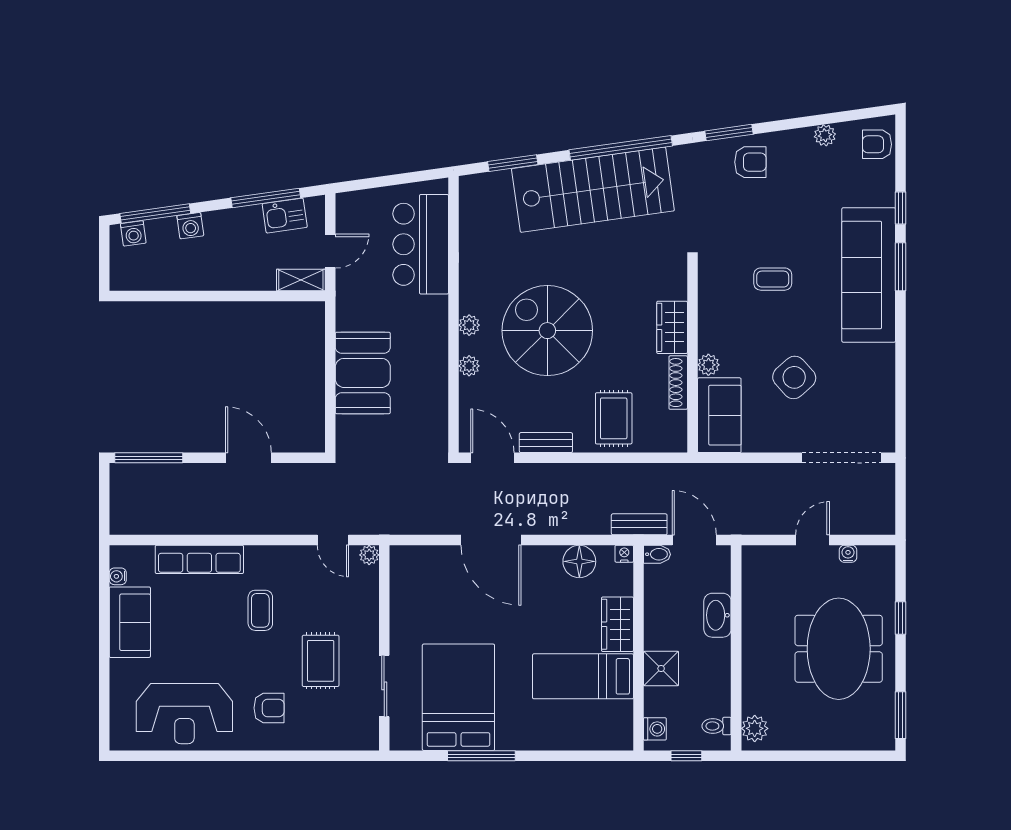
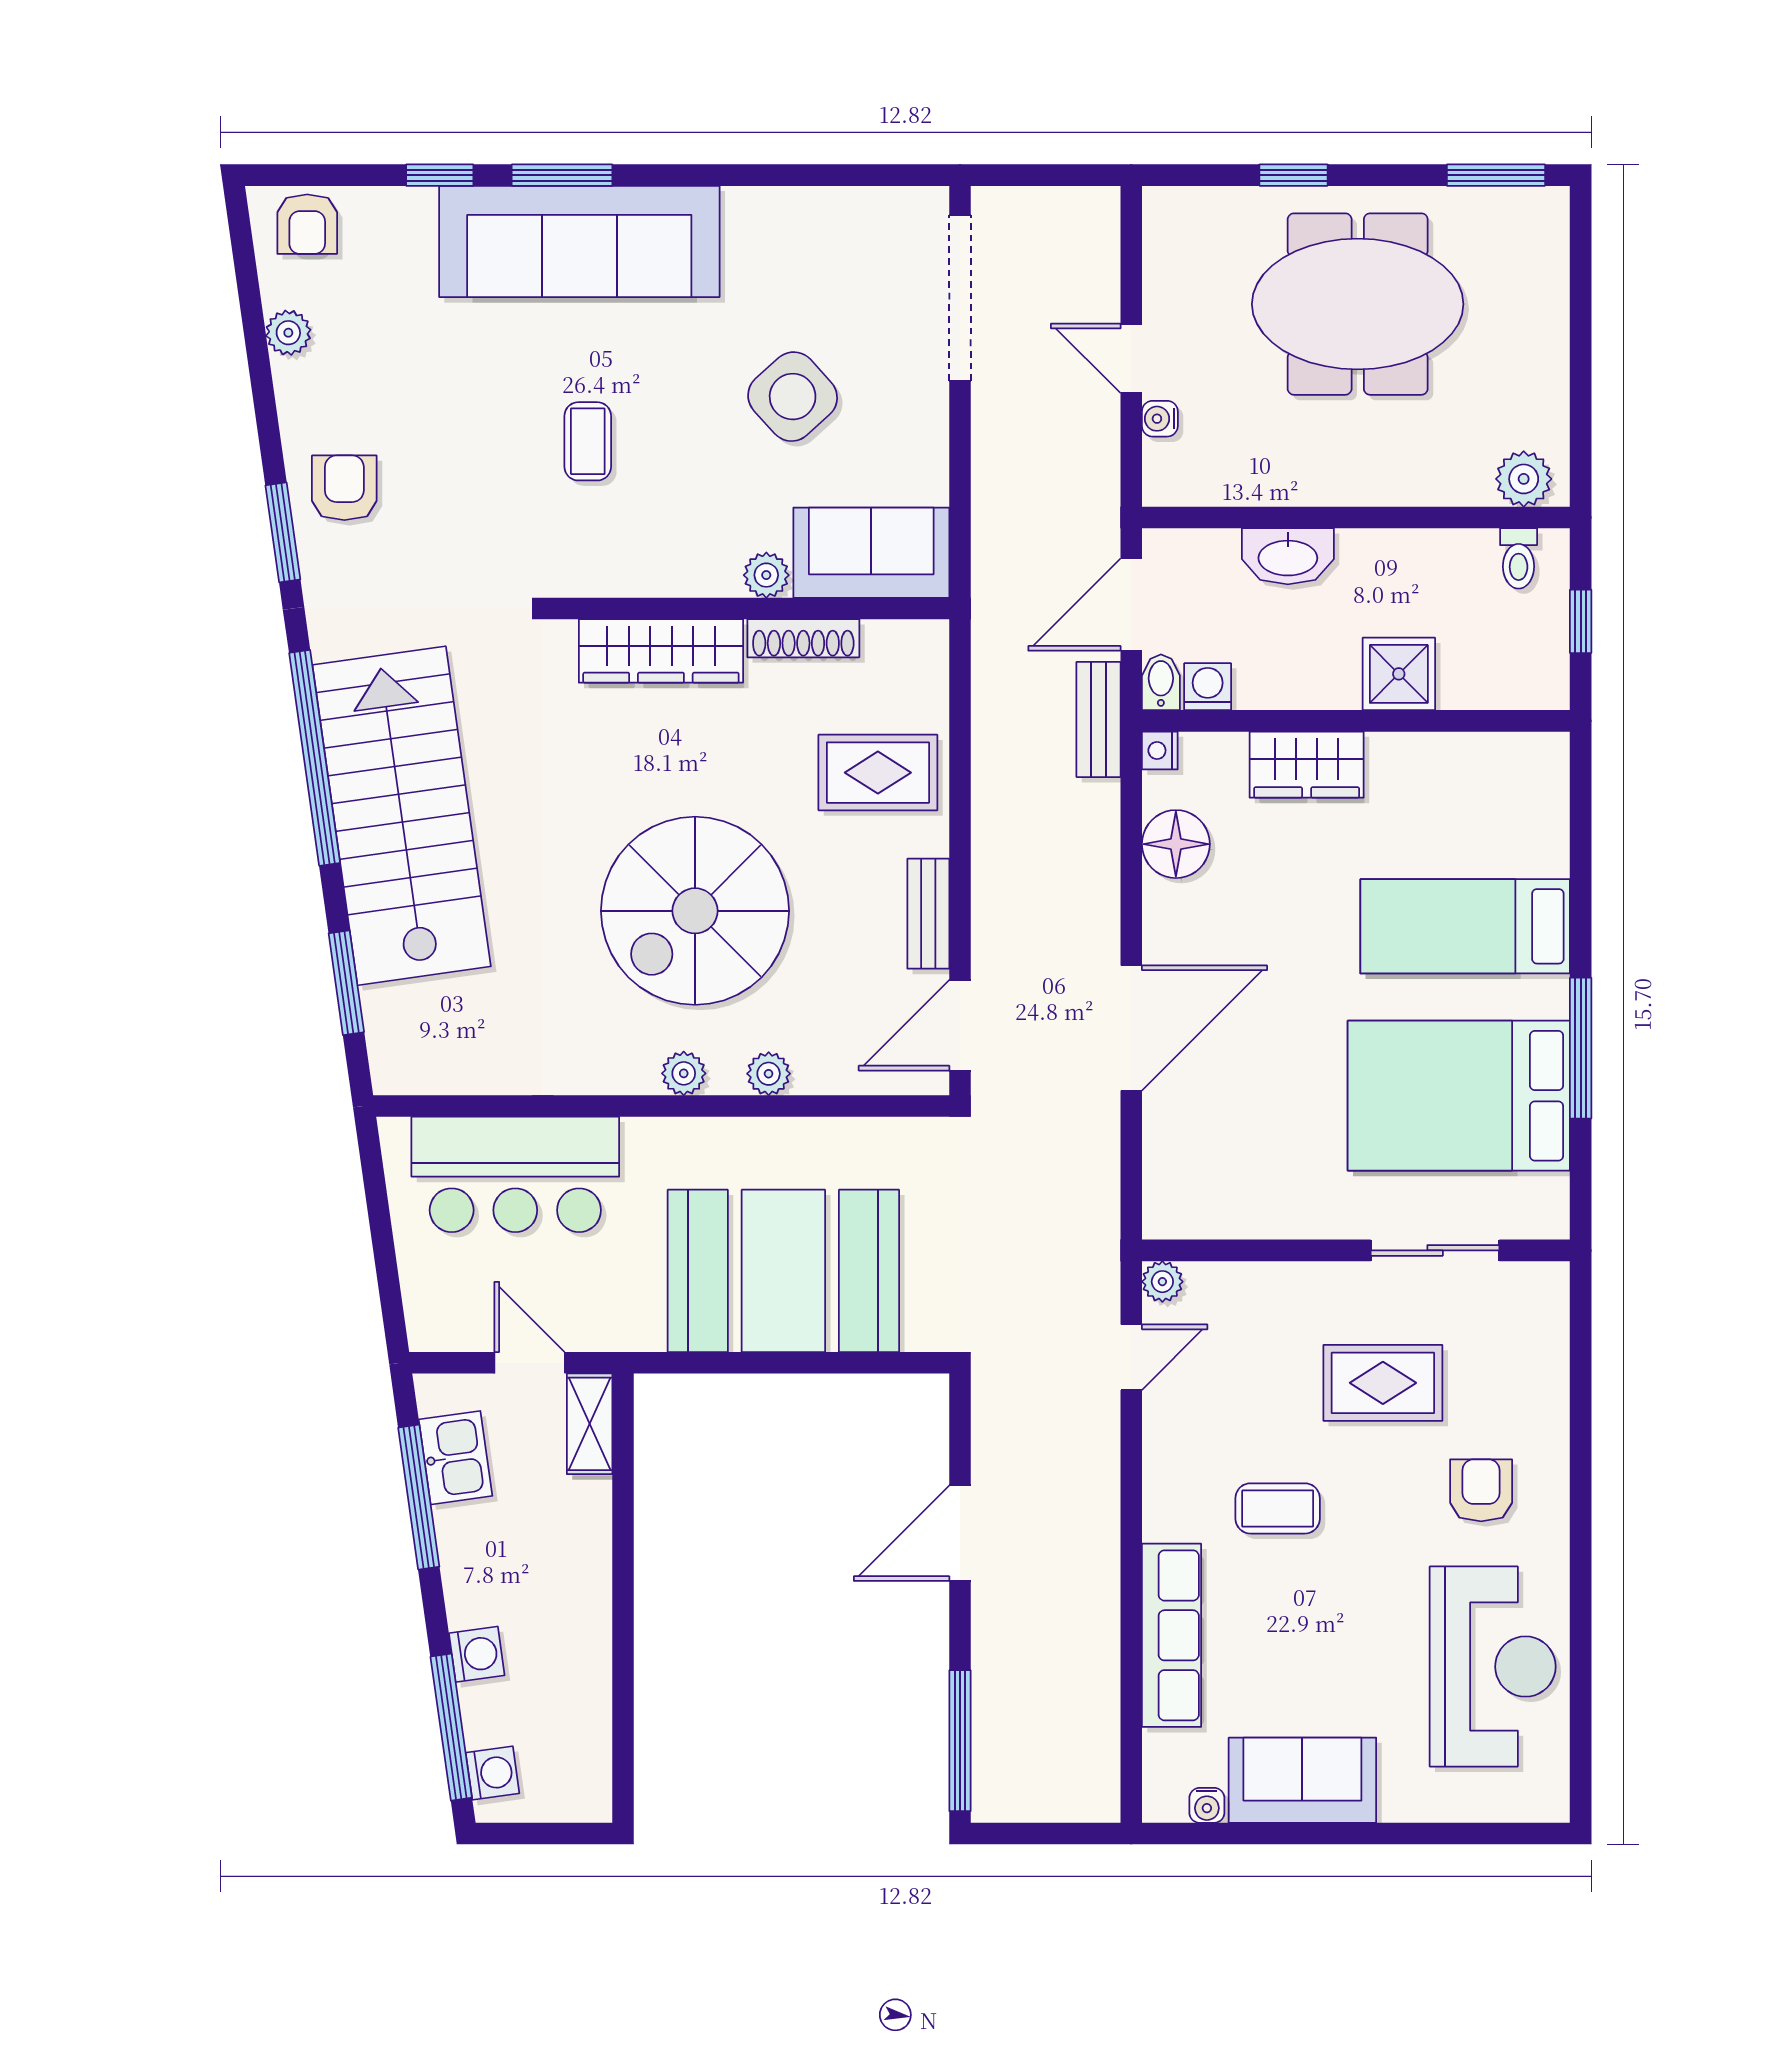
wardrobe: (672, 327) -> (661, 651), width x1.50
booth: (363, 373) -> (783, 1271), width x1.36, depth x1.42
water cooler: (848, 554) -> (1160, 419), moved
bed: (583, 676) -> (1465, 926), moved, turned 90
washing machine: (655, 729) -> (1208, 687), moved

